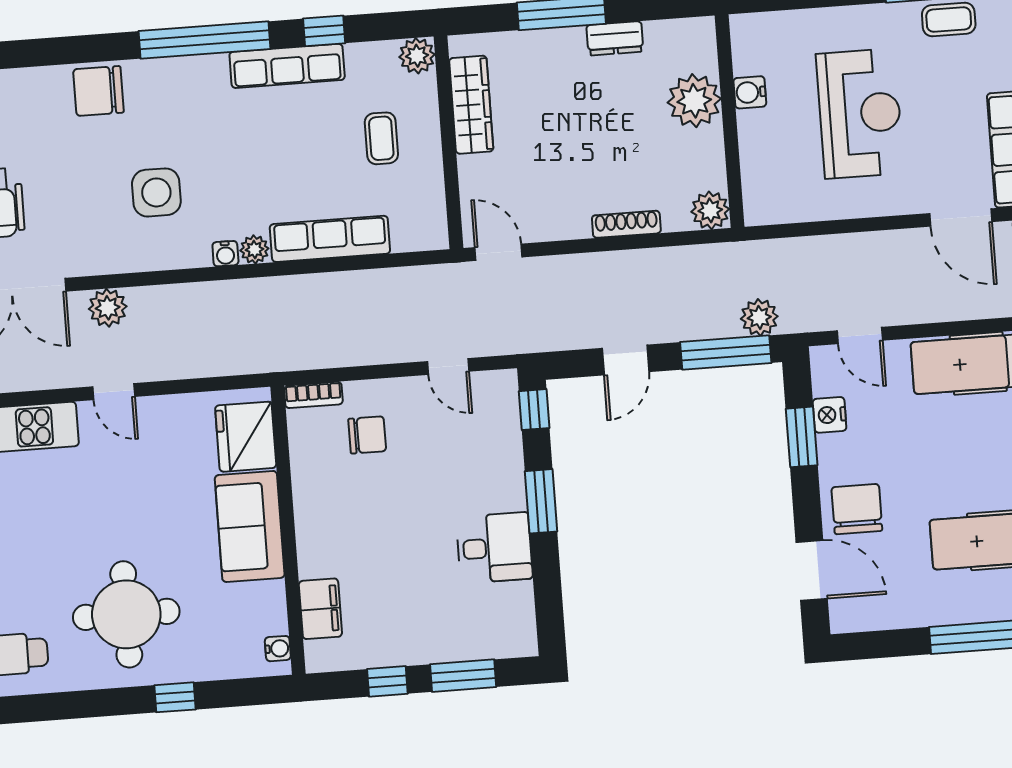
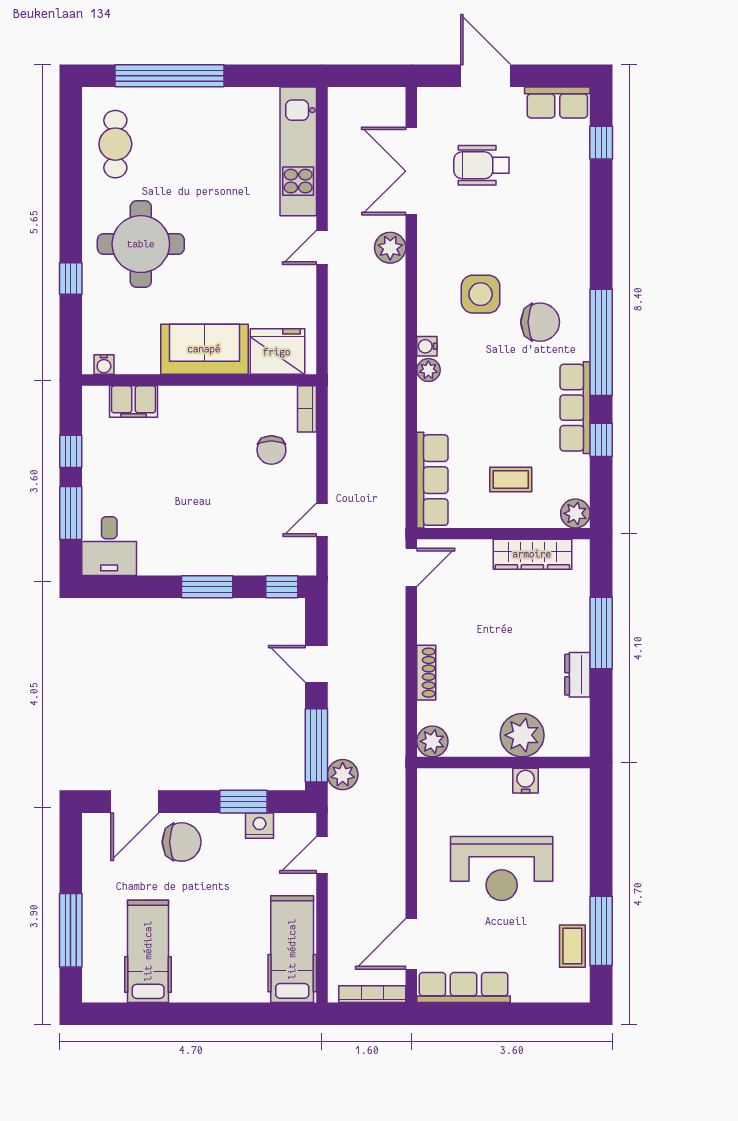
chair: (99, 91) -> (540, 322), moved, turned 90
row of seats: (330, 239) -> (432, 480), moved
desk: (494, 548) -> (109, 546), moved

